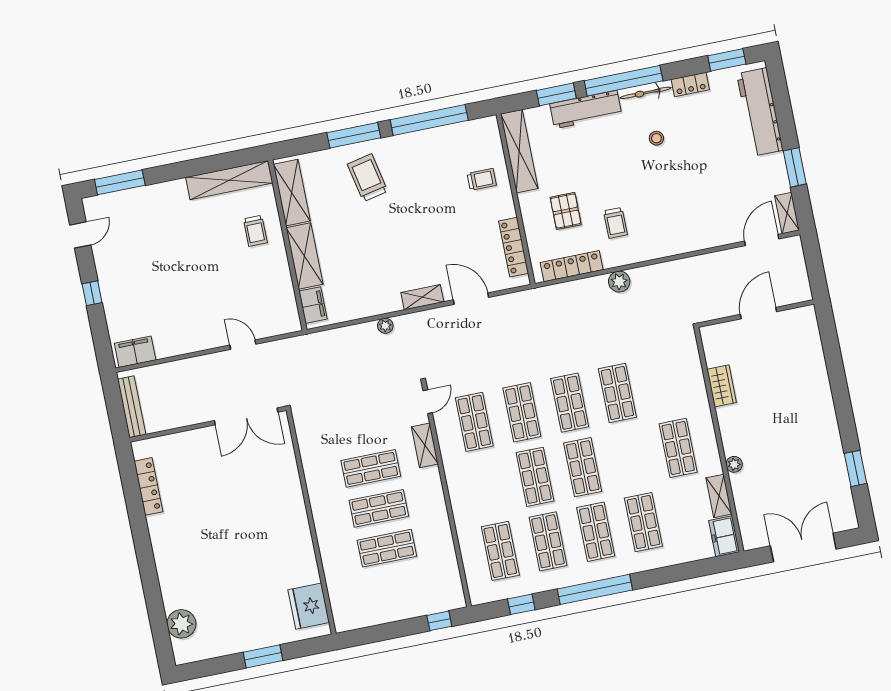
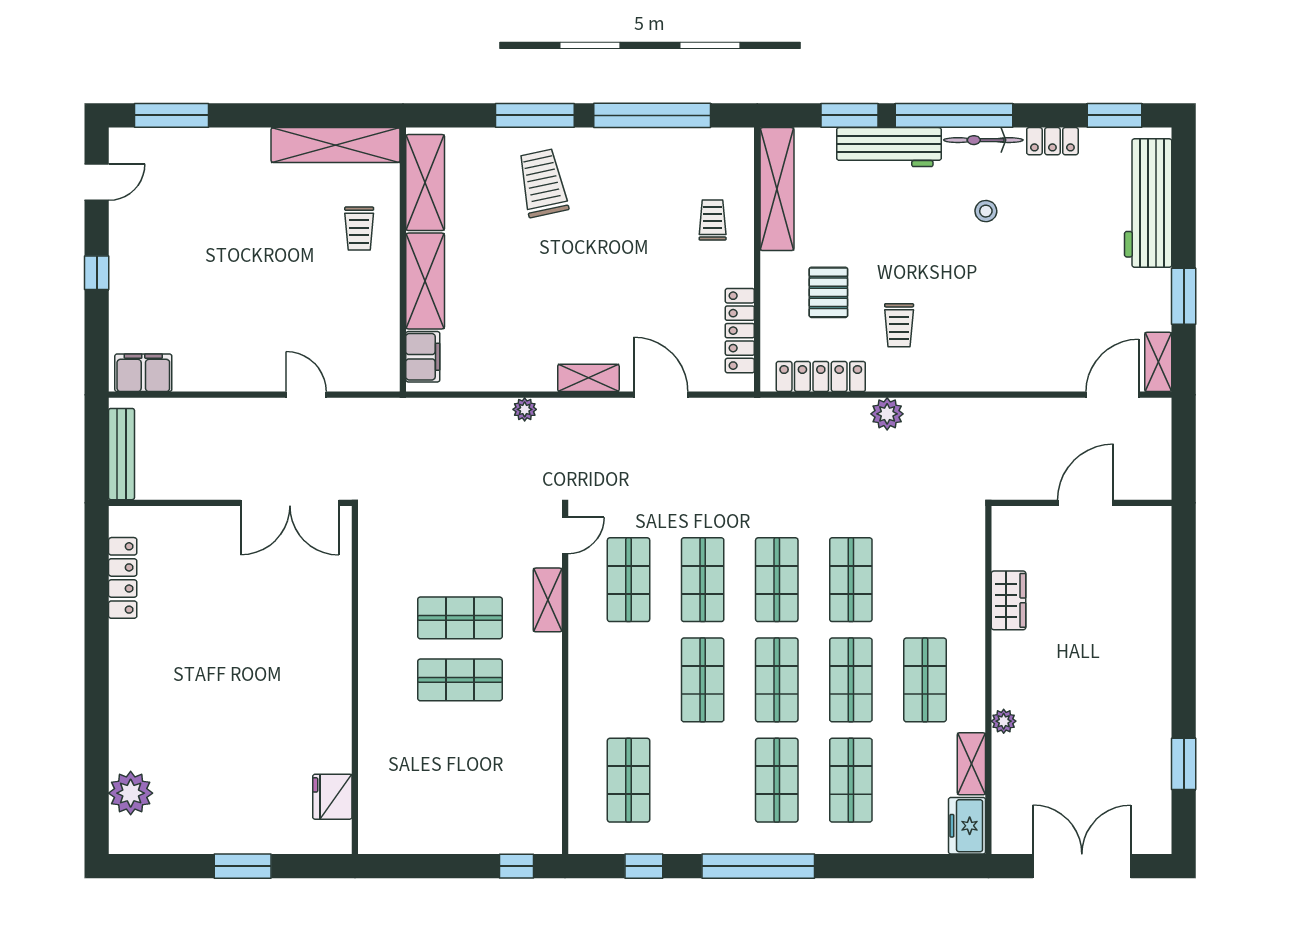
trolley: (482, 179) -> (713, 220), turned -90
shop shelf: (548, 541) -> (851, 680), moved
shop shelf: (387, 548) -> (460, 742), removed
fridge: (309, 606) -> (332, 797), width x0.73, depth x0.75

